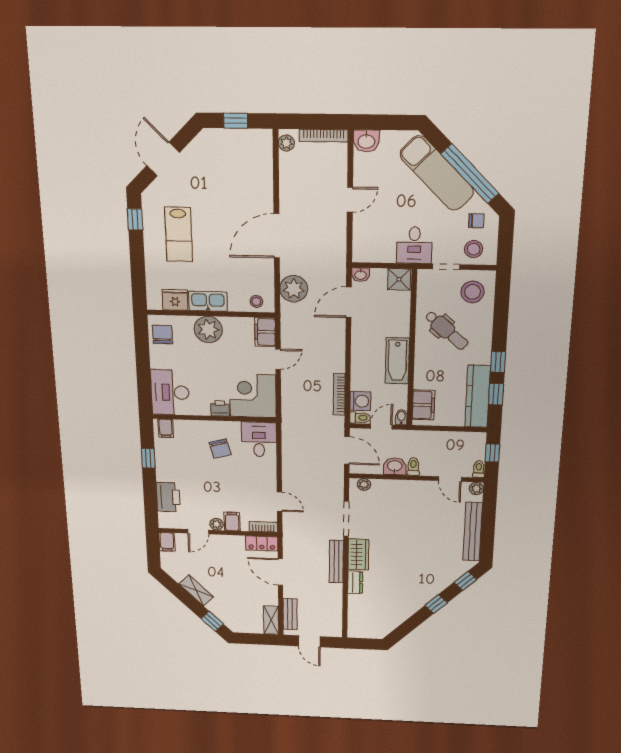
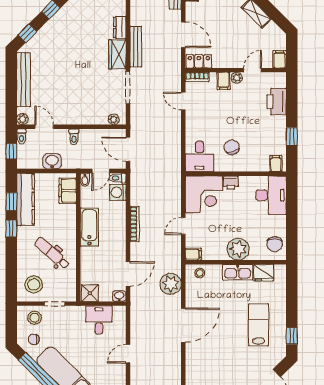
desk: (414, 245) -> (99, 320), moved
filing cabinet: (265, 332) -> (193, 254), width x0.50
bookcase: (339, 394) -> (135, 224), moved
washbasin: (395, 466) -> (52, 161), moved, turned 180

